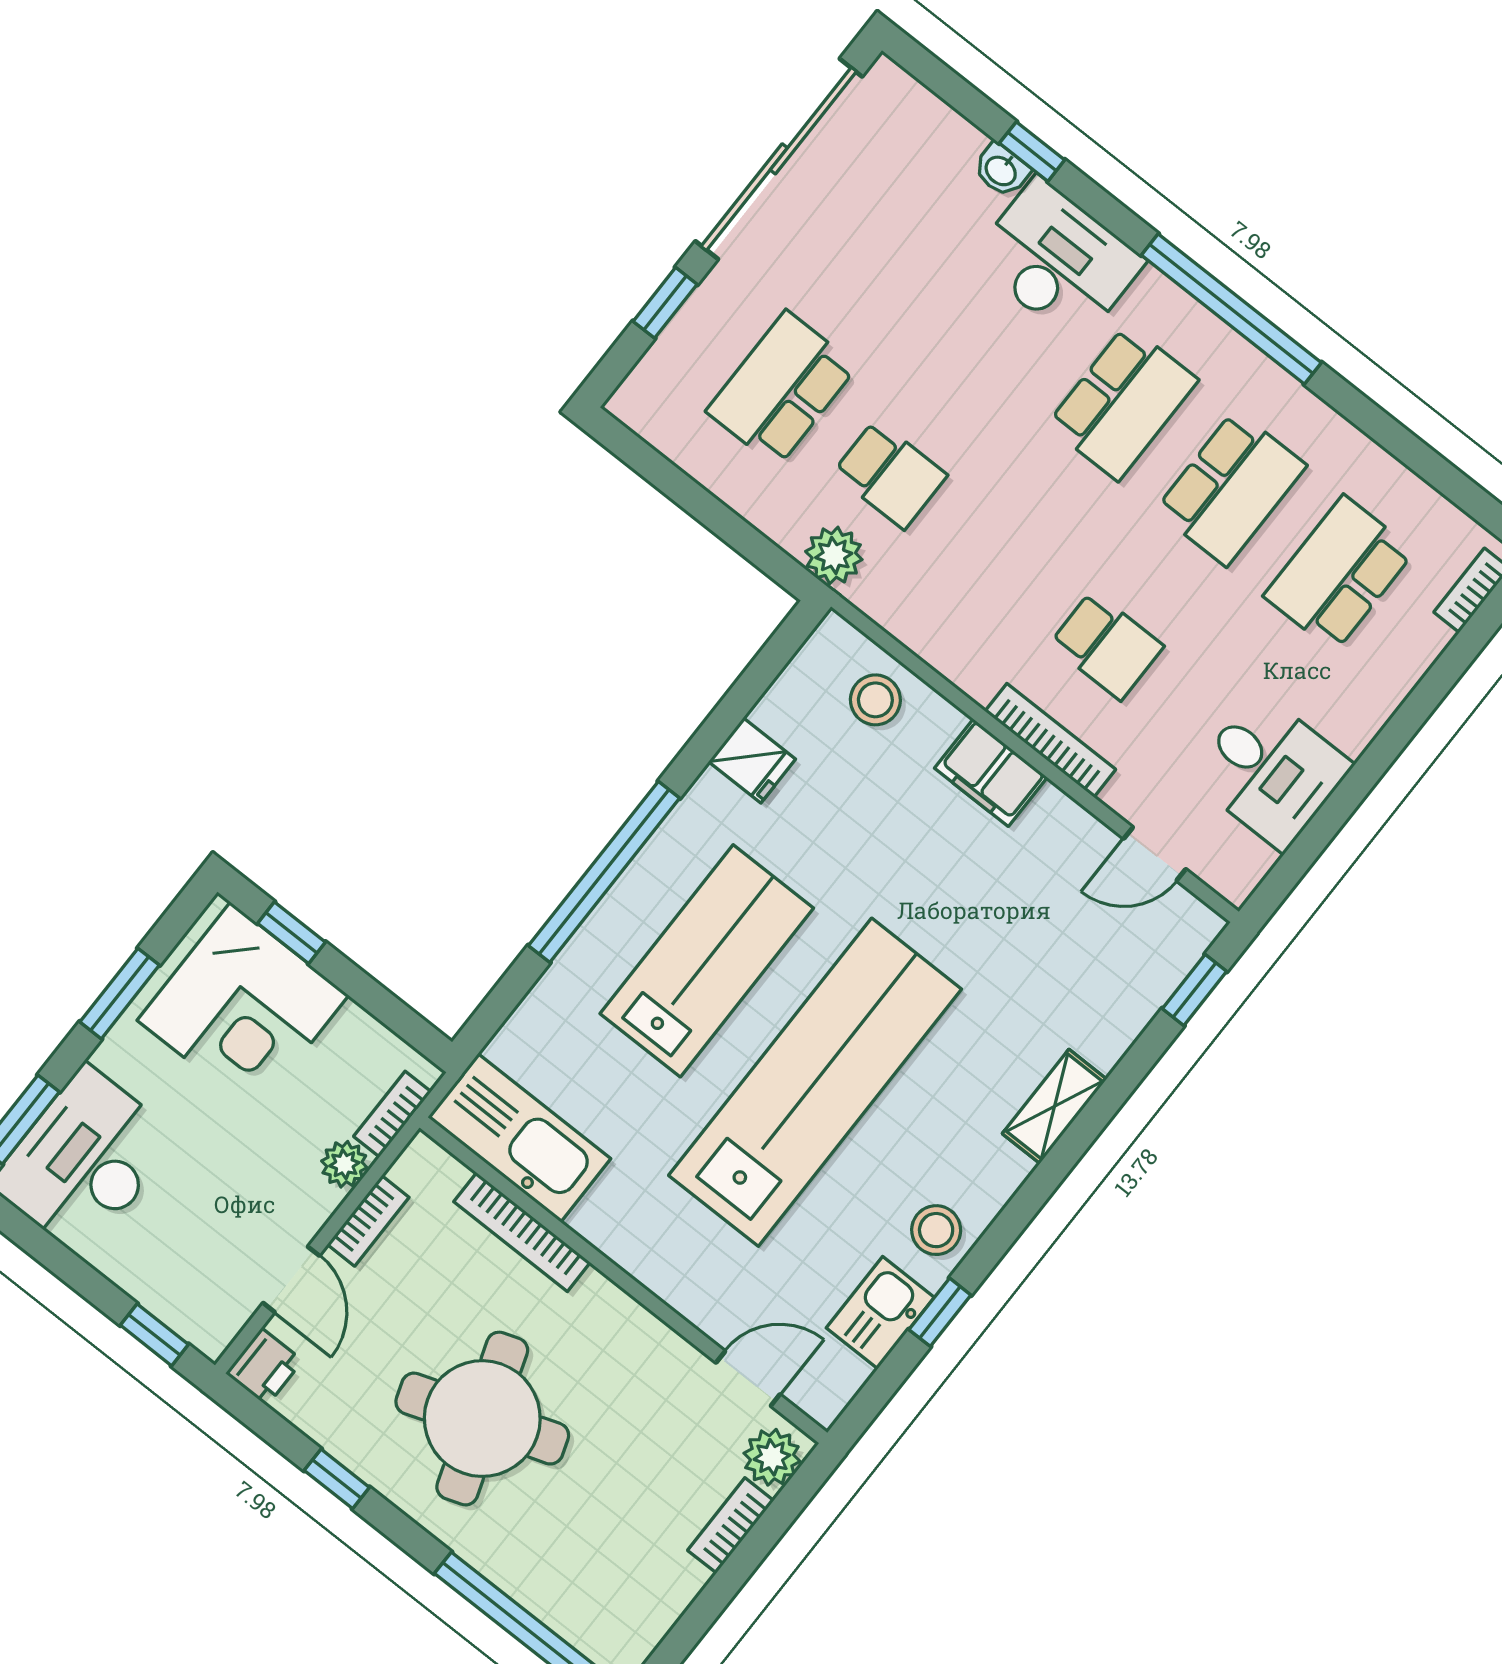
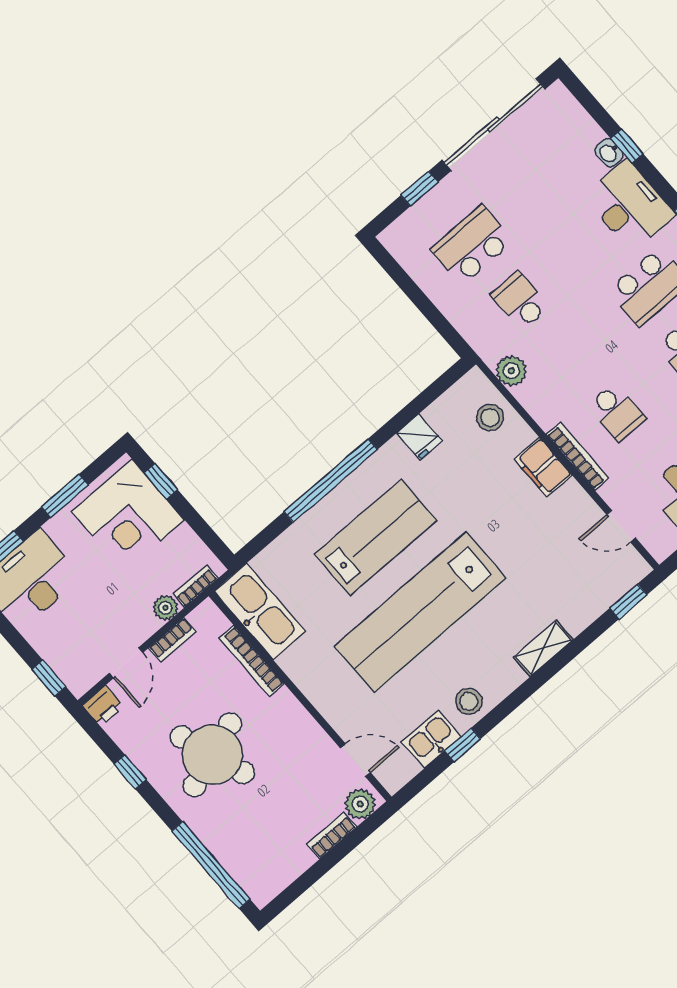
school desk: (890, 474) -> (520, 301), turned 180
plant: (834, 555) -> (511, 371), moved
lab bench: (815, 1082) -> (420, 612), turned 180

